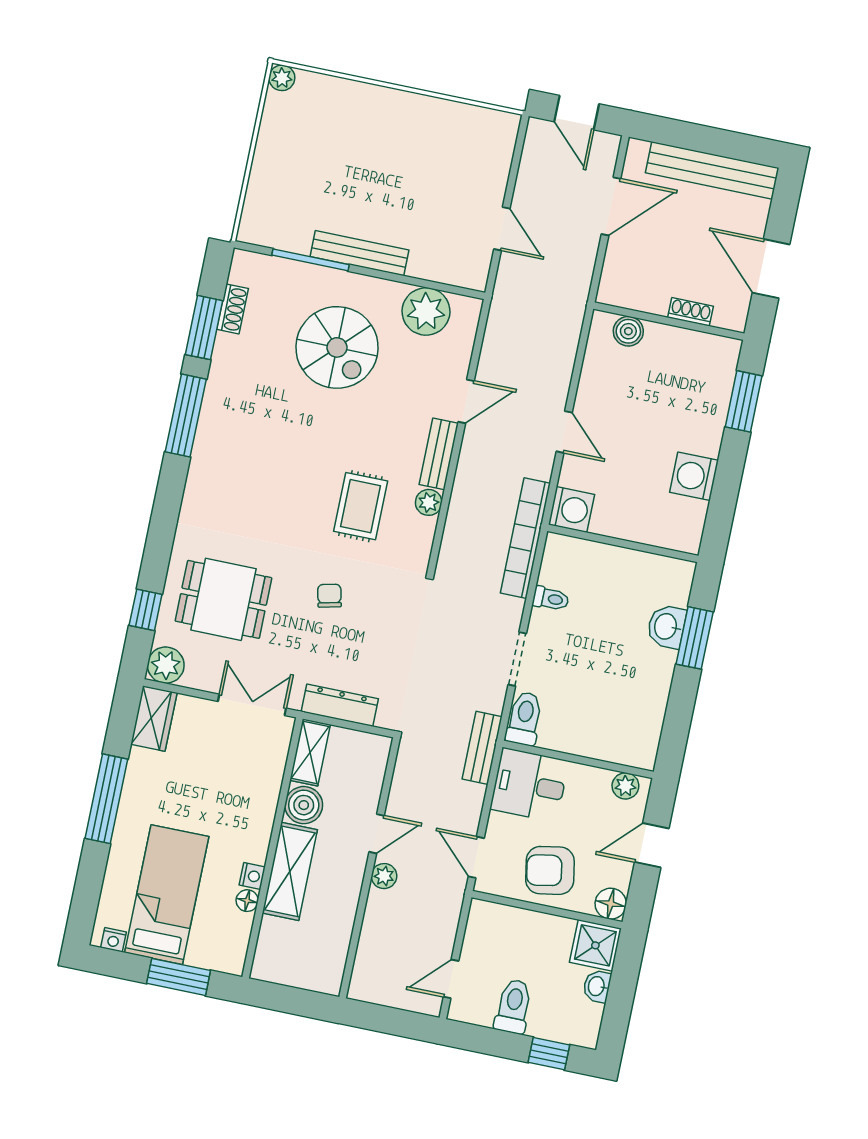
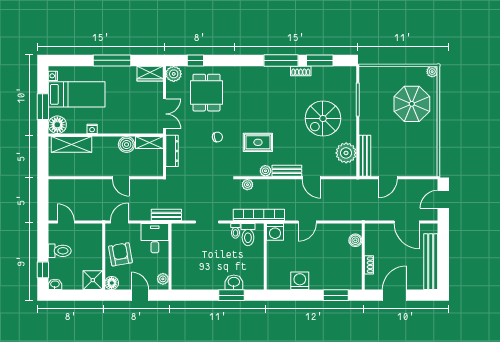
parasol: (345, 139) -> (412, 104), added
bench: (359, 253) -> (365, 156), moved
shoe rack: (232, 309) -> (301, 71), moved
toilet: (524, 718) -> (248, 235), moved, turned 90
shelving: (290, 871) -> (72, 144), moved
plant: (384, 876) -> (247, 185), moved
floor lamp: (247, 901) -> (57, 125), moved, width x1.89, depth x1.89
washbasin: (597, 986) -> (55, 284), moved

